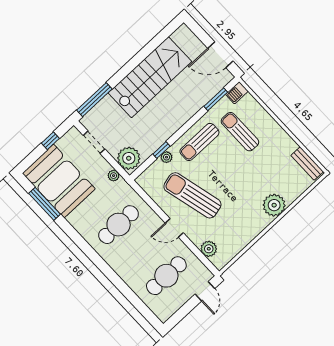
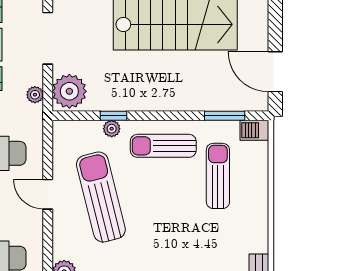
doorway: (94, 142) -> (48, 38), width x1.38
door: (174, 228) -> (48, 194), moved

